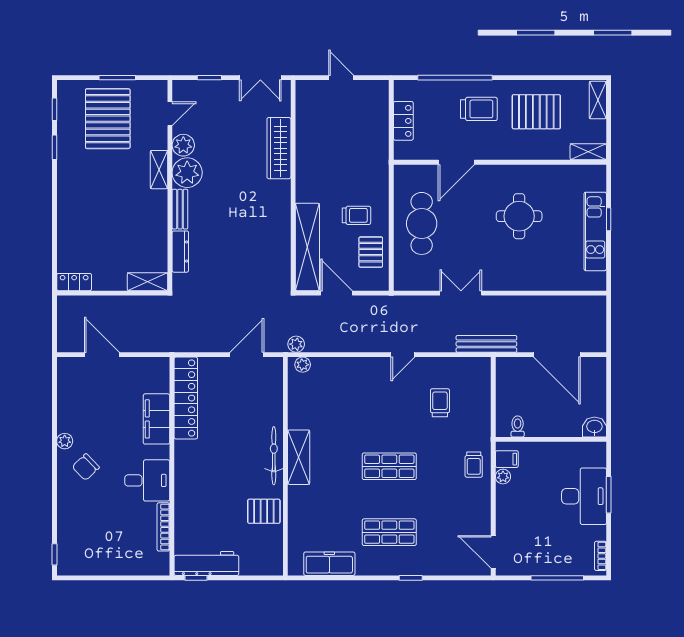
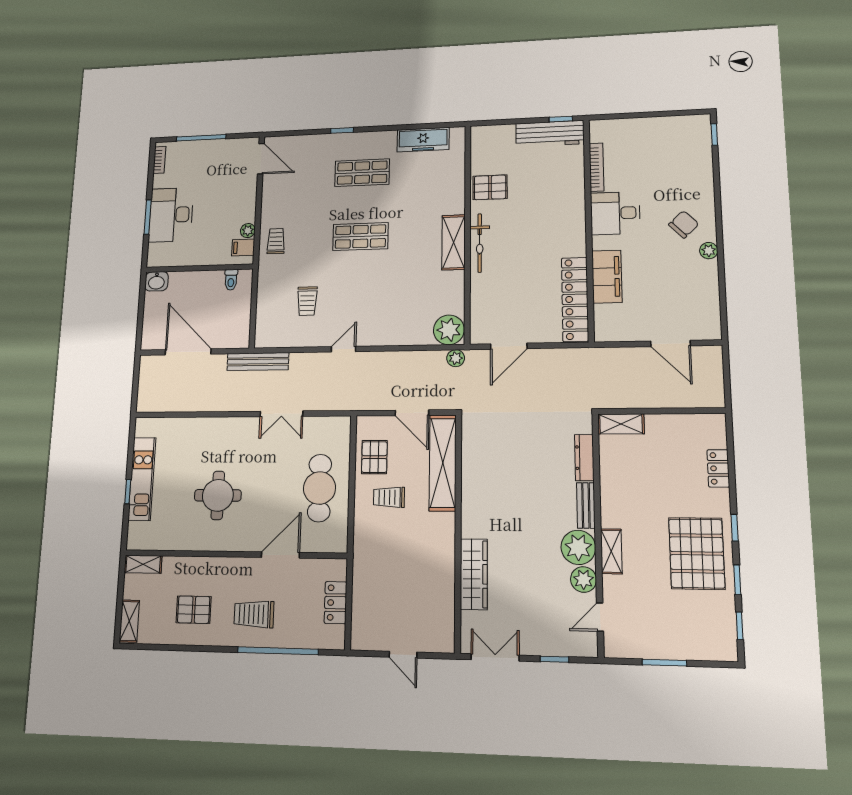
pallet: (536, 112) -> (194, 610), width x0.67, depth x0.71
pallet: (108, 119) -> (697, 553), moved
window: (54, 191) -> (735, 528), added
locker: (74, 282) -> (718, 468), moved, turned 90
plant: (303, 365) -> (449, 330), width x1.88, depth x1.88

